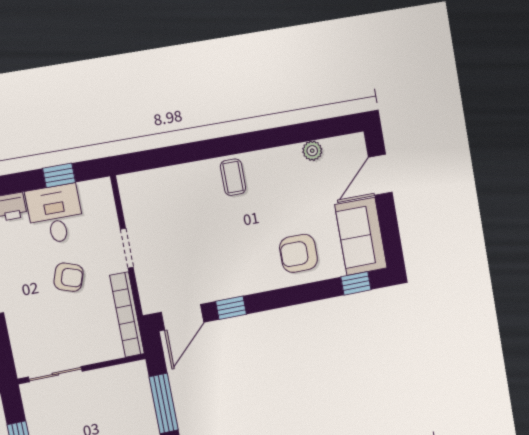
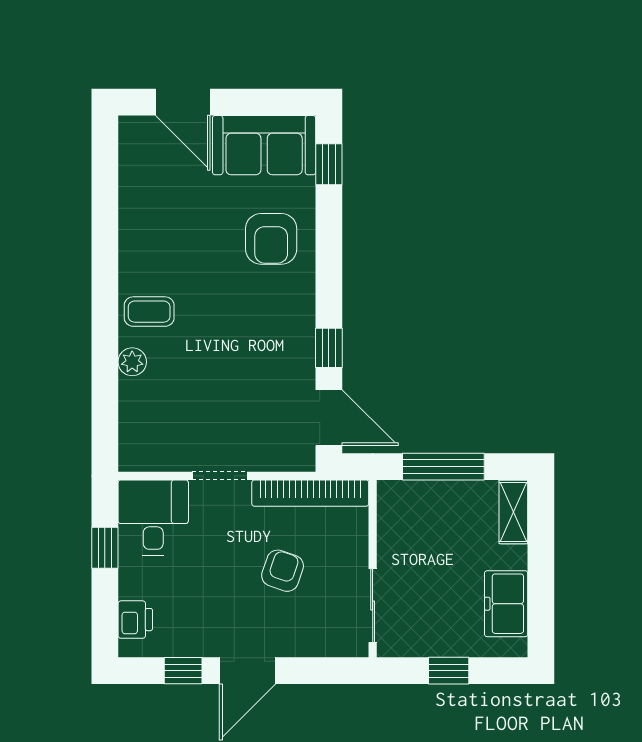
plant: (312, 151) -> (132, 362), moved
desk: (55, 214) -> (153, 518), moved, turned 90
armchair: (69, 277) -> (283, 571), moved

